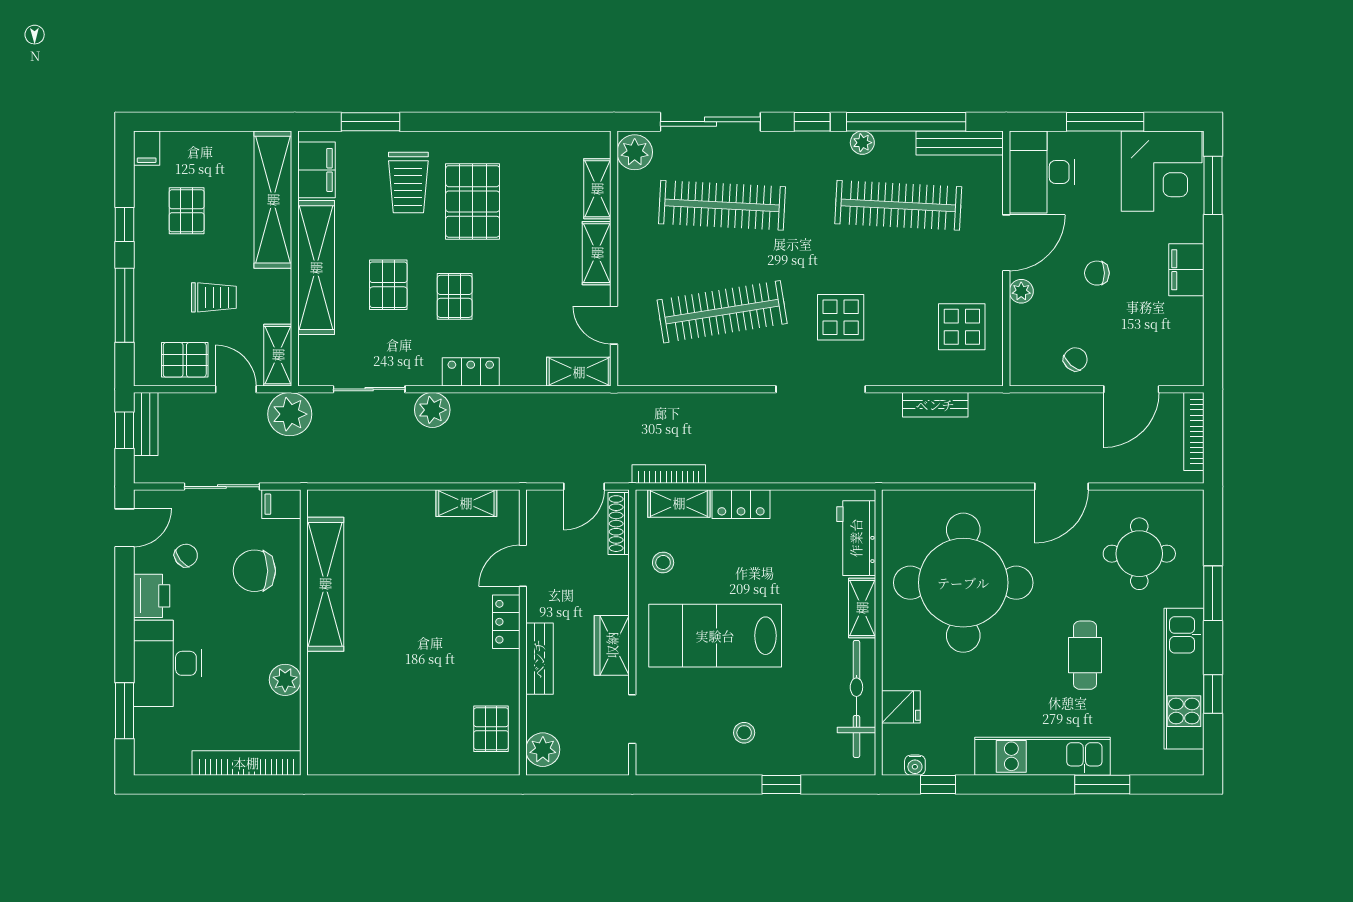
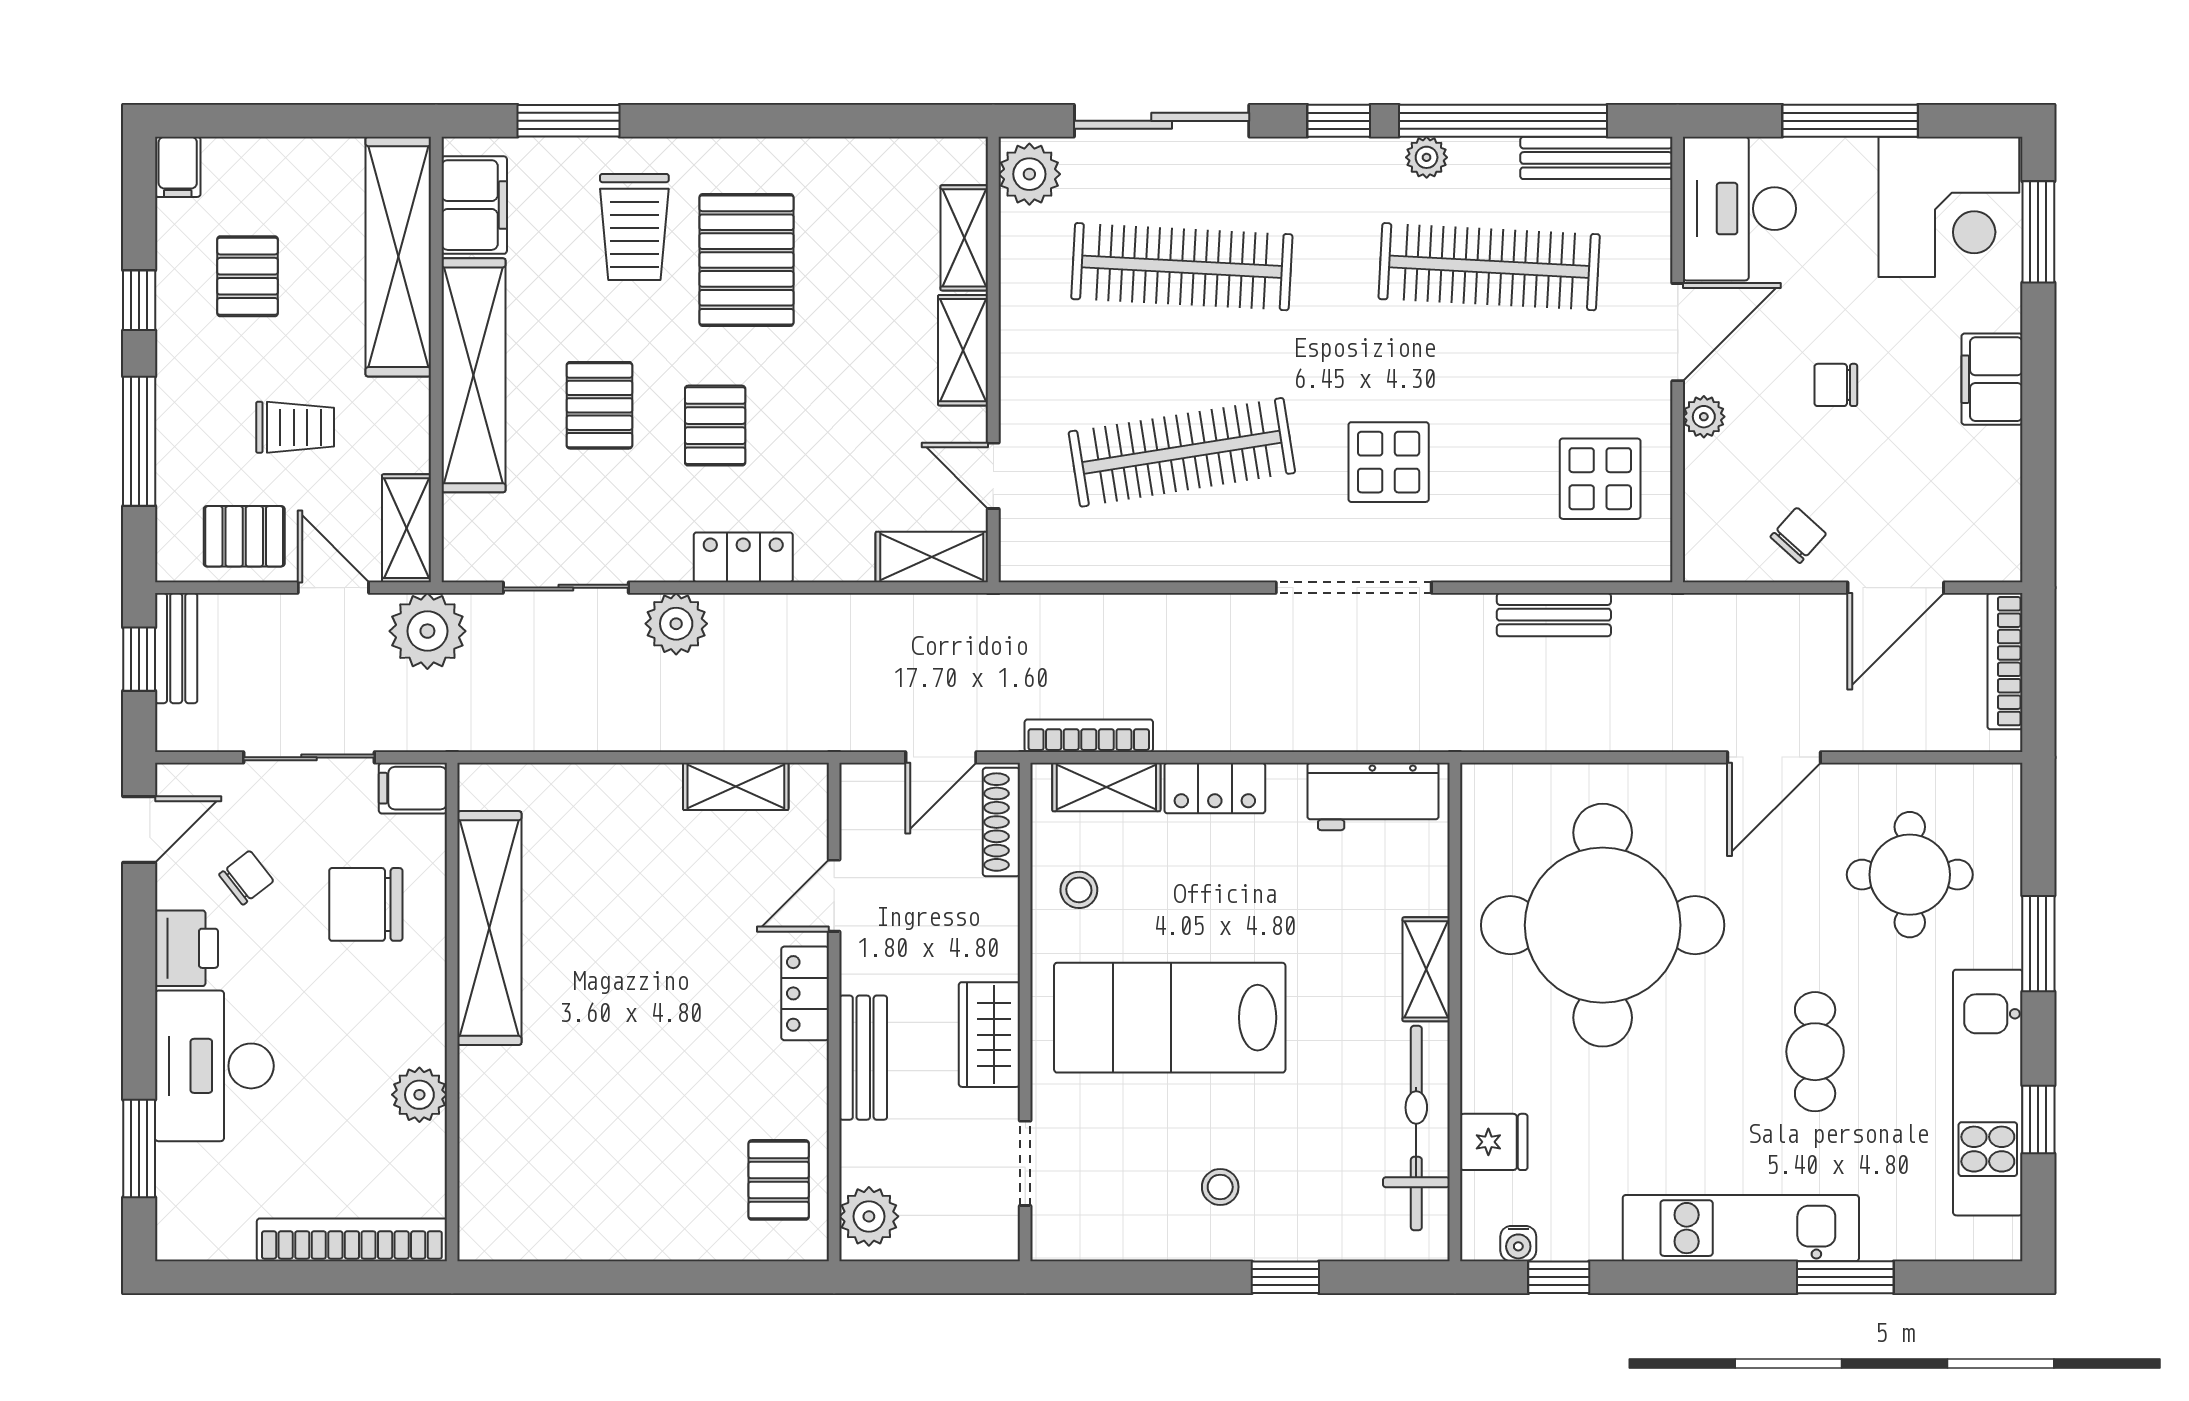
workbench: (856, 538) -> (1373, 796), moved, turned -90

